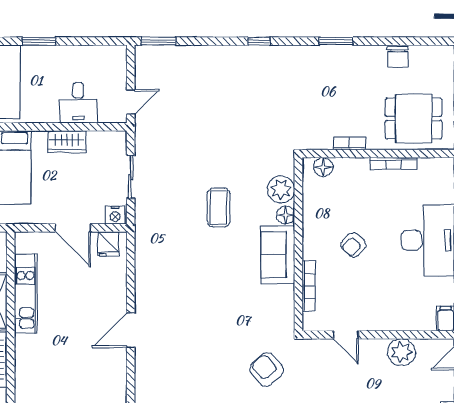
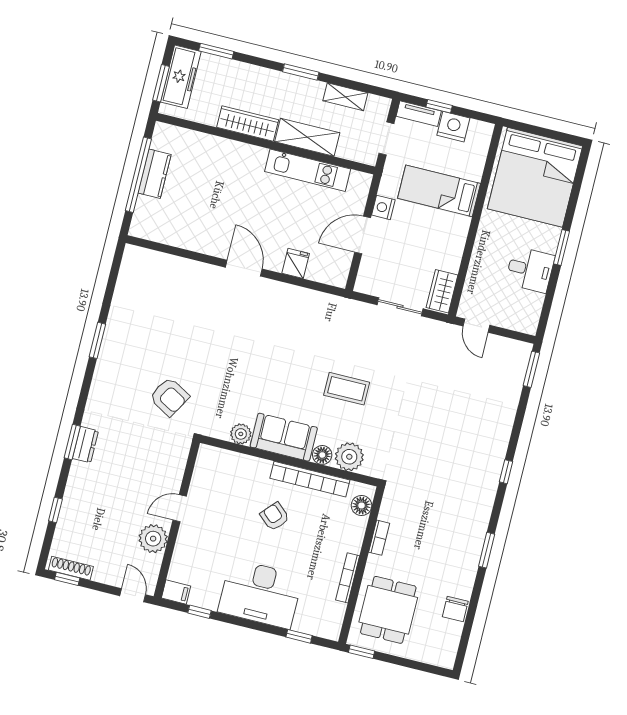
chair: (398, 57) -> (455, 609), turned -90
desk: (78, 103) -> (530, 270), moved, turned 180
wardrobe: (67, 142) -> (442, 291), moved
nightstand: (115, 215) -> (383, 207), moved
fridge: (108, 244) -> (296, 263), moved, turned 90
bookcase: (309, 286) -> (310, 479), moved, width x1.48, depth x1.31
plant: (285, 295) -> (241, 434), added
door: (346, 335) -> (180, 508), moved
armchair: (267, 370) -> (169, 397), turned 72

